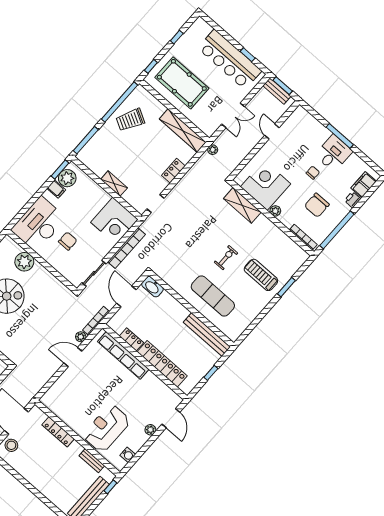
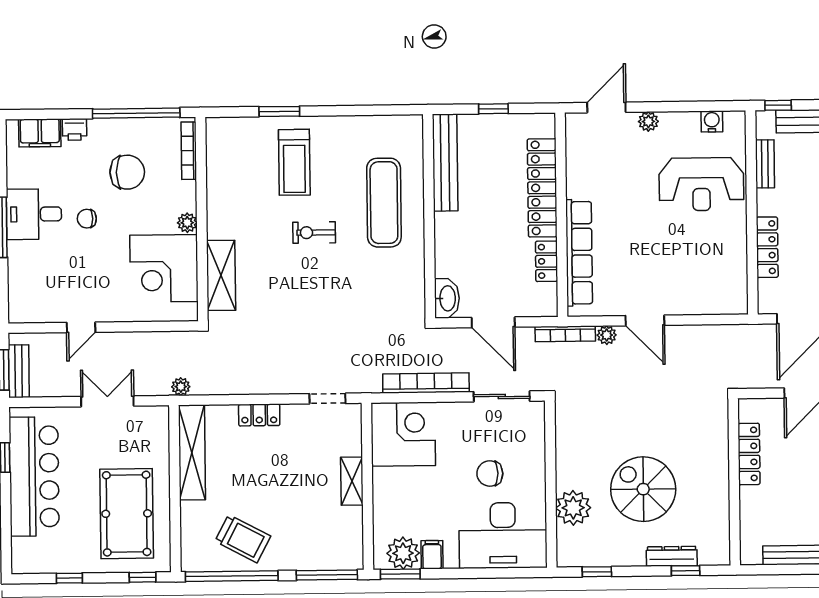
door: (126, 296) -> (493, 322), hinge flipped

